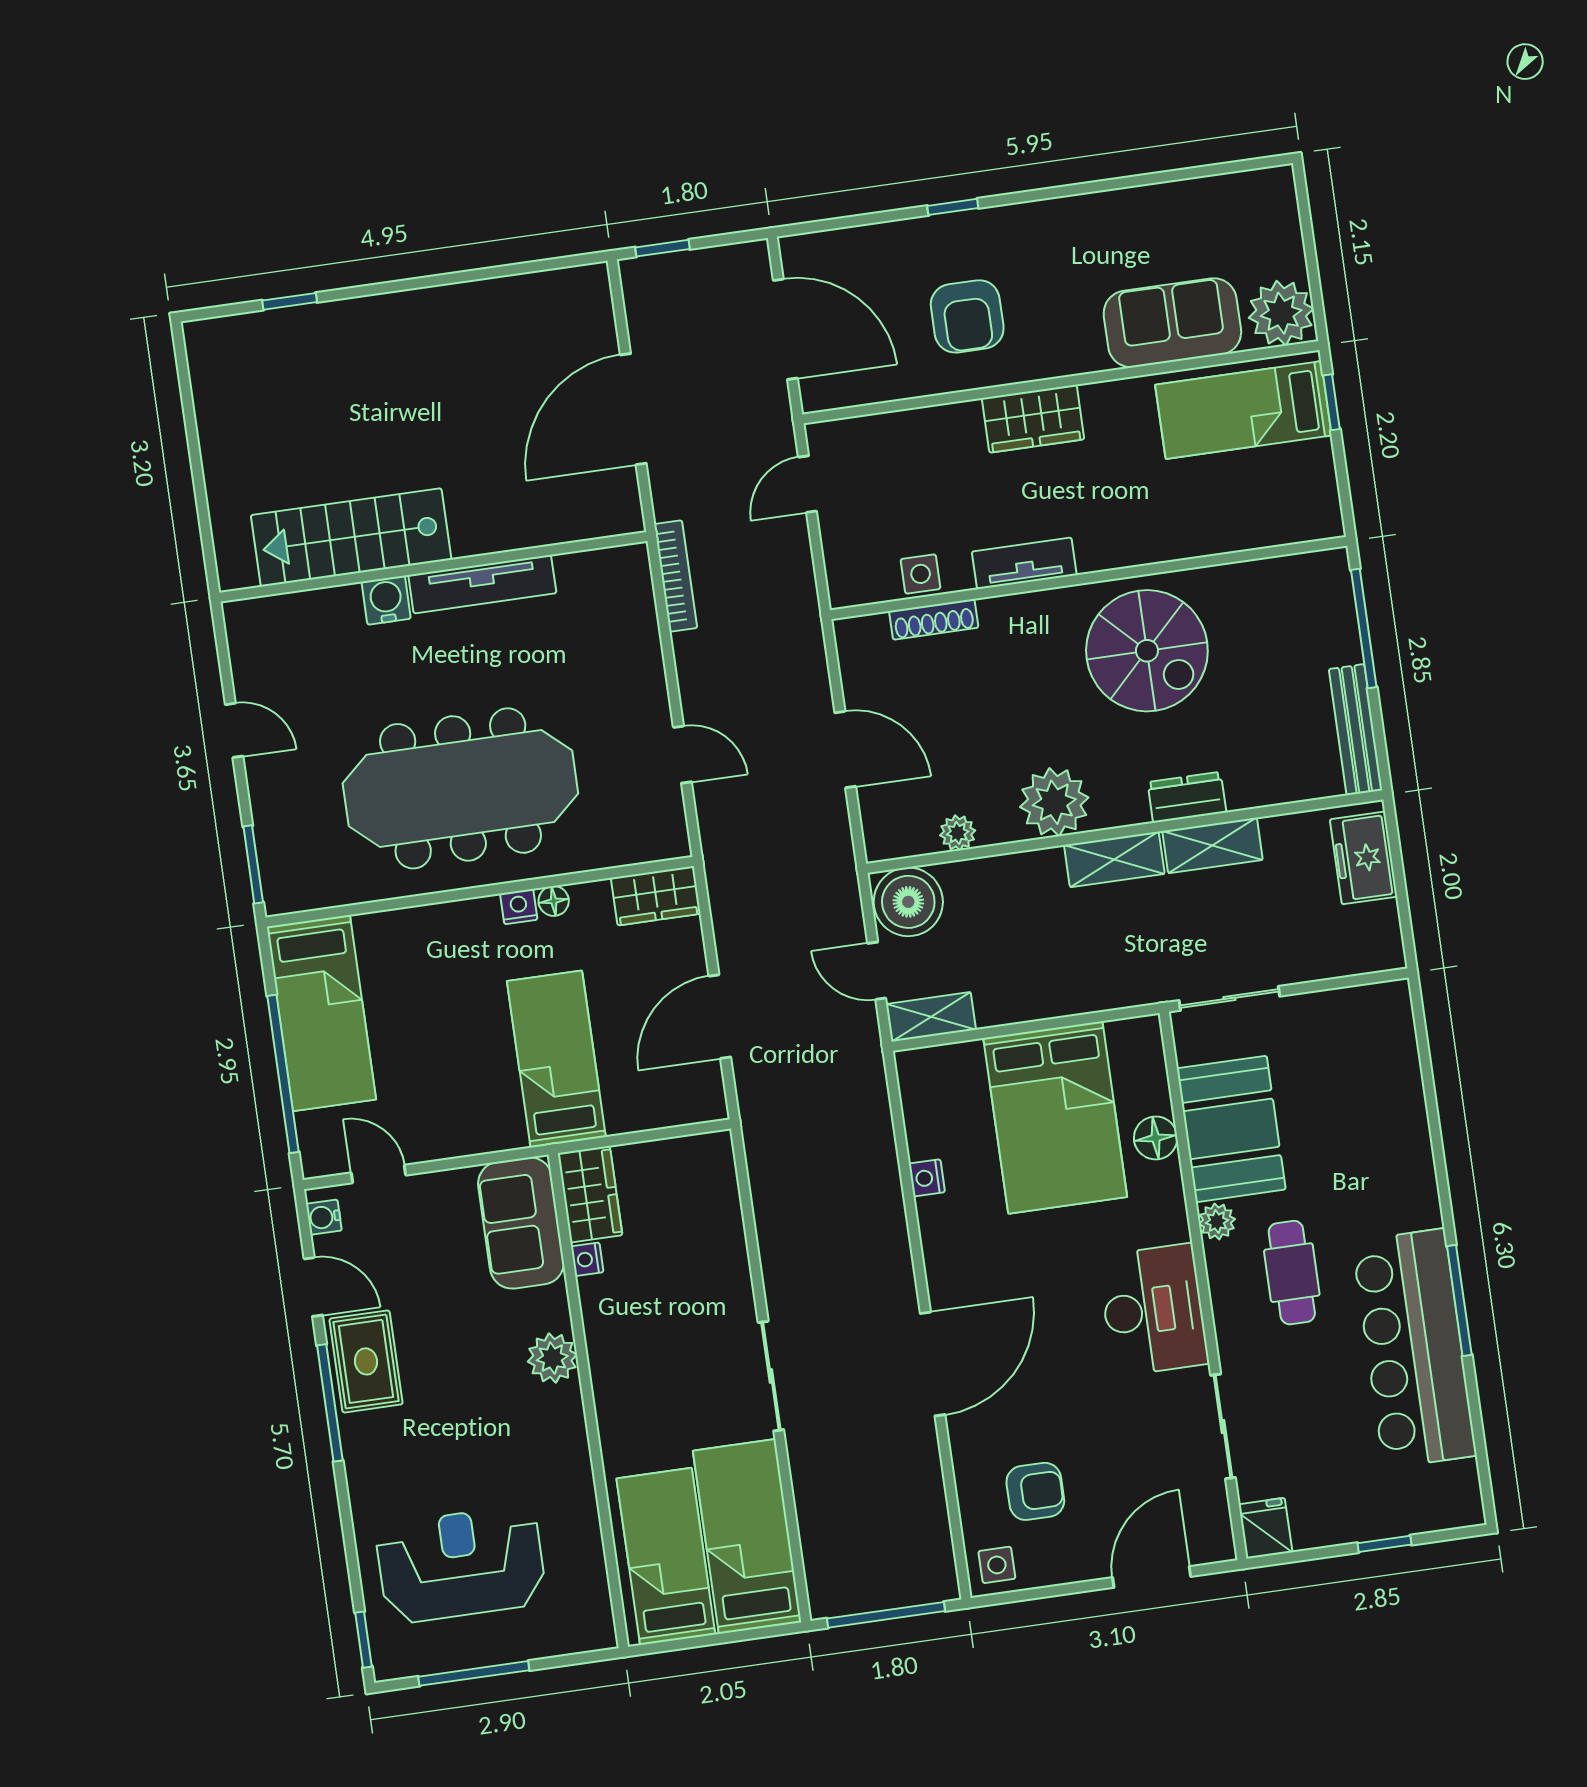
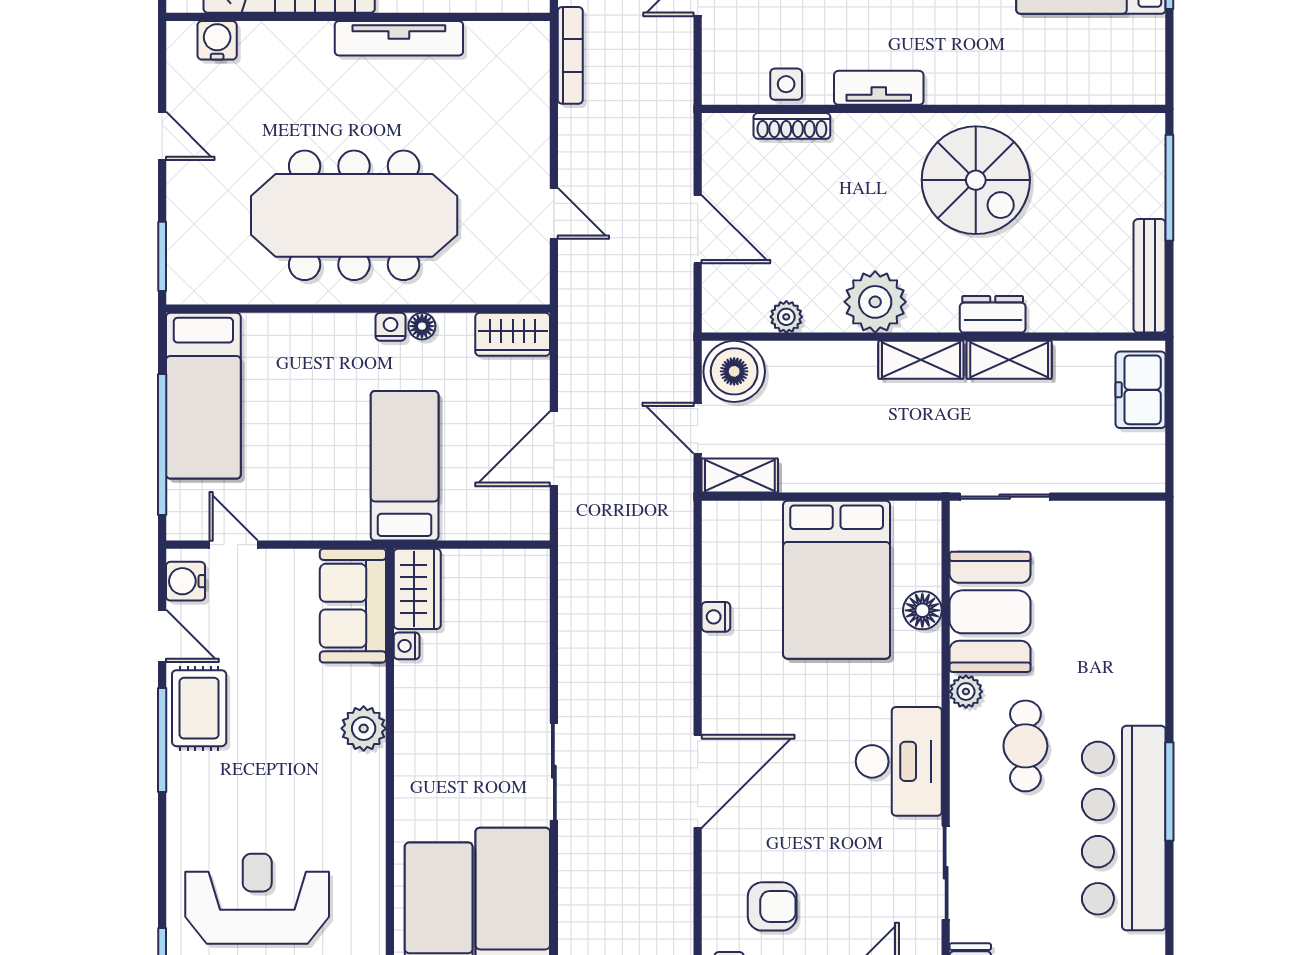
water cooler: (386, 600) -> (217, 40), moved
water cooler: (324, 1217) -> (185, 581), width x1.38, depth x1.38

